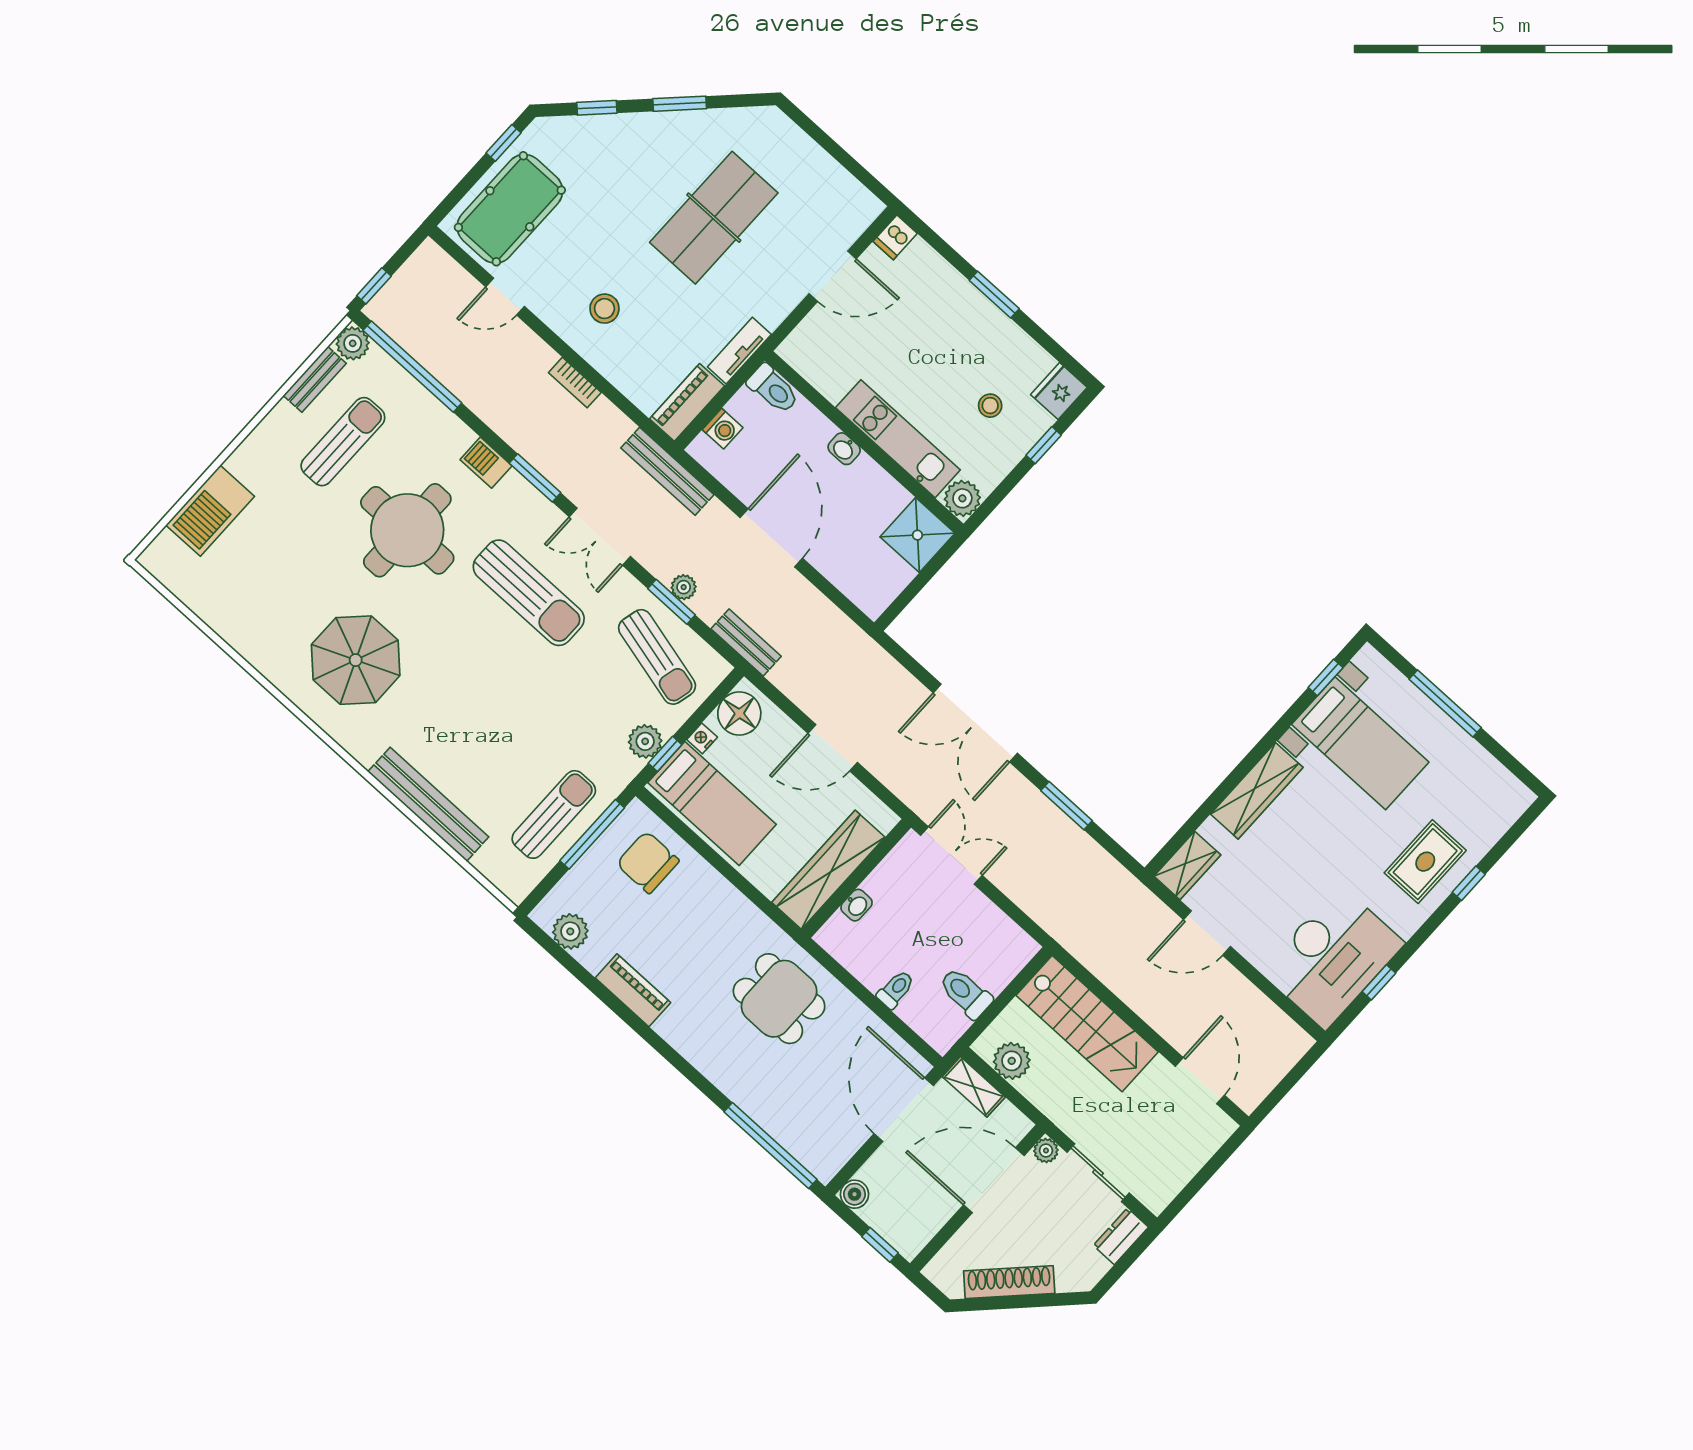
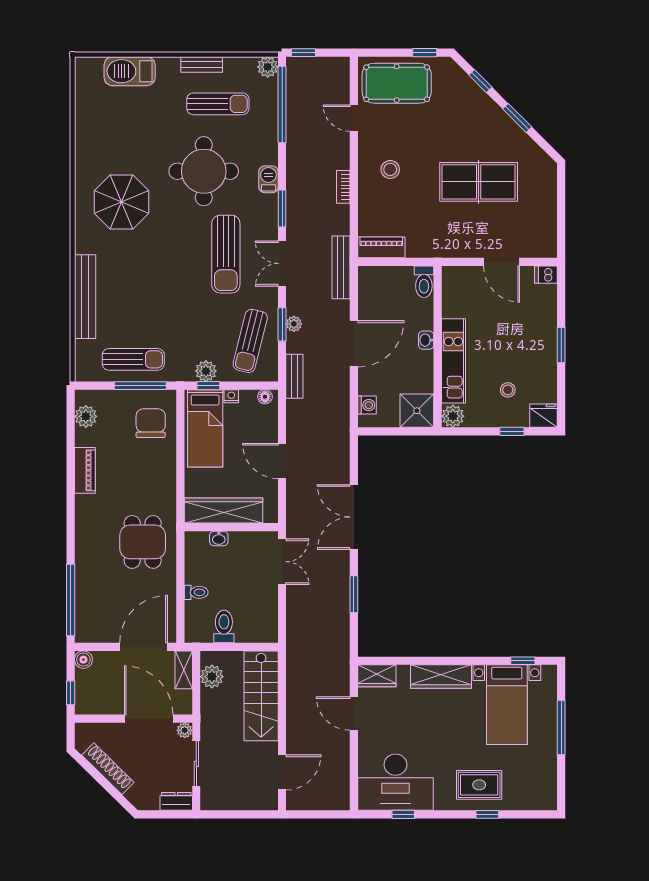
tv unit: (739, 351) -> (428, 250), removed
bench: (315, 379) -> (202, 64), moved
washing machine: (723, 429) -> (367, 405), moved, turned -90
floor lamp: (739, 714) -> (265, 397), width x0.53, depth x0.53

